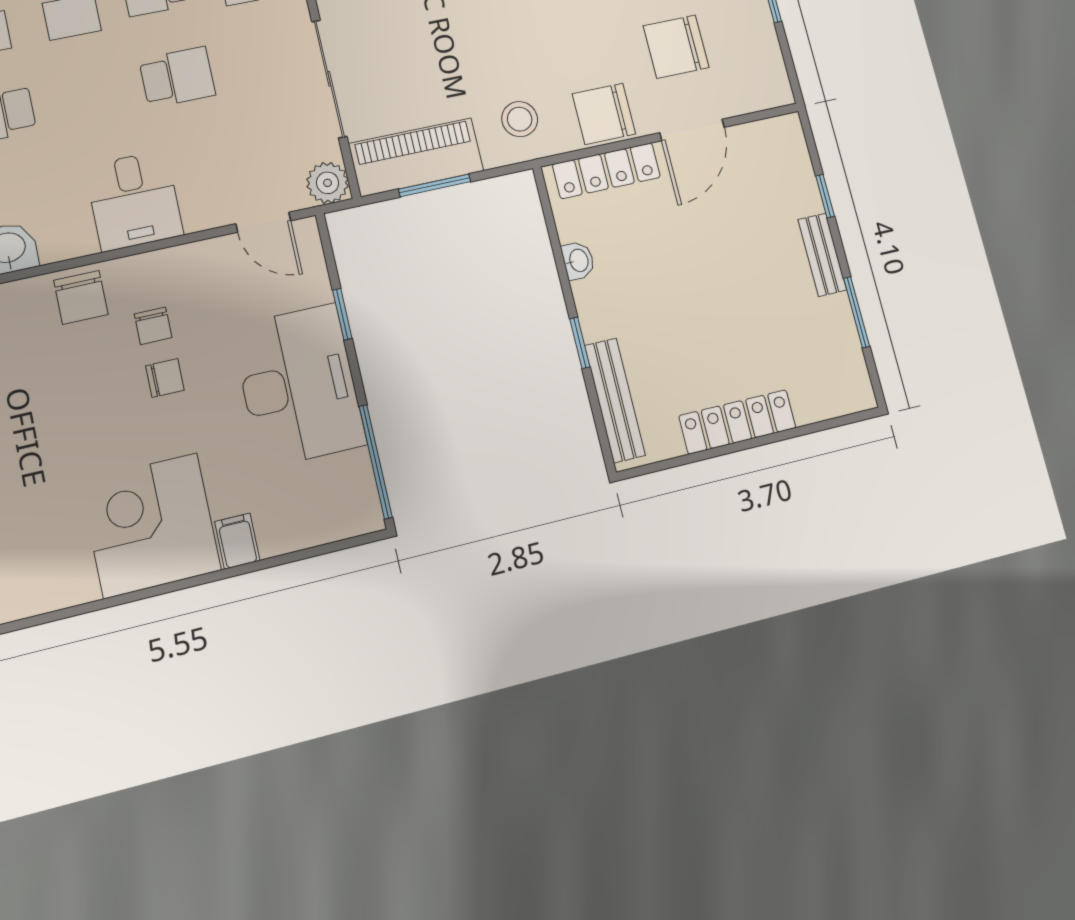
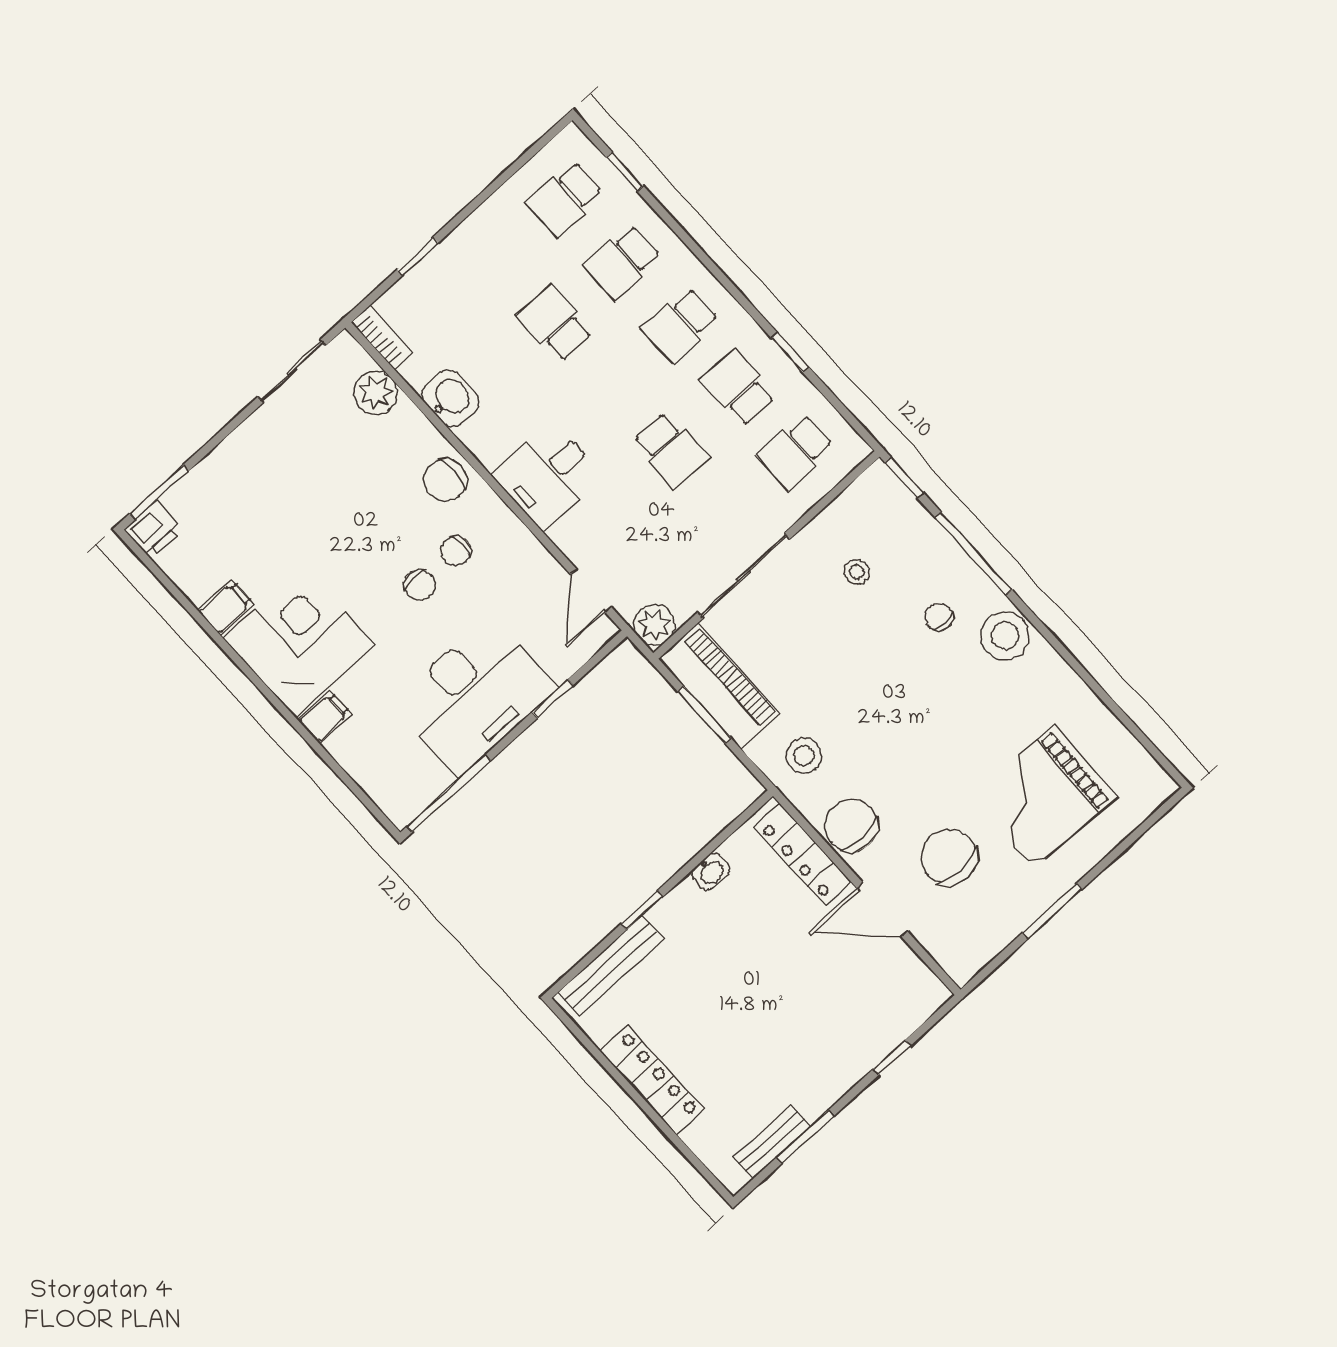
bench: (822, 255) -> (772, 1142), moved
filing cabinet: (76, 579) -> (226, 607), added

